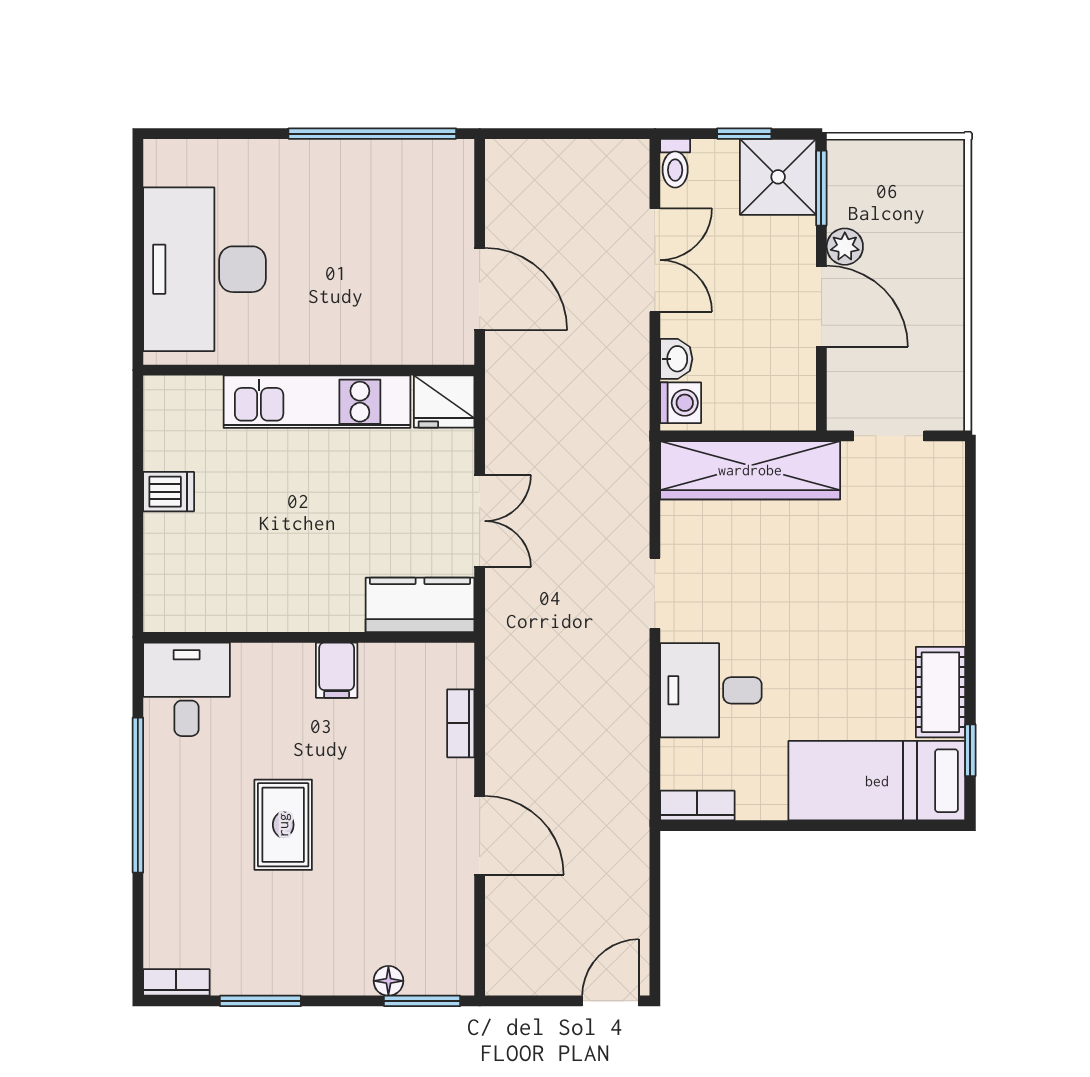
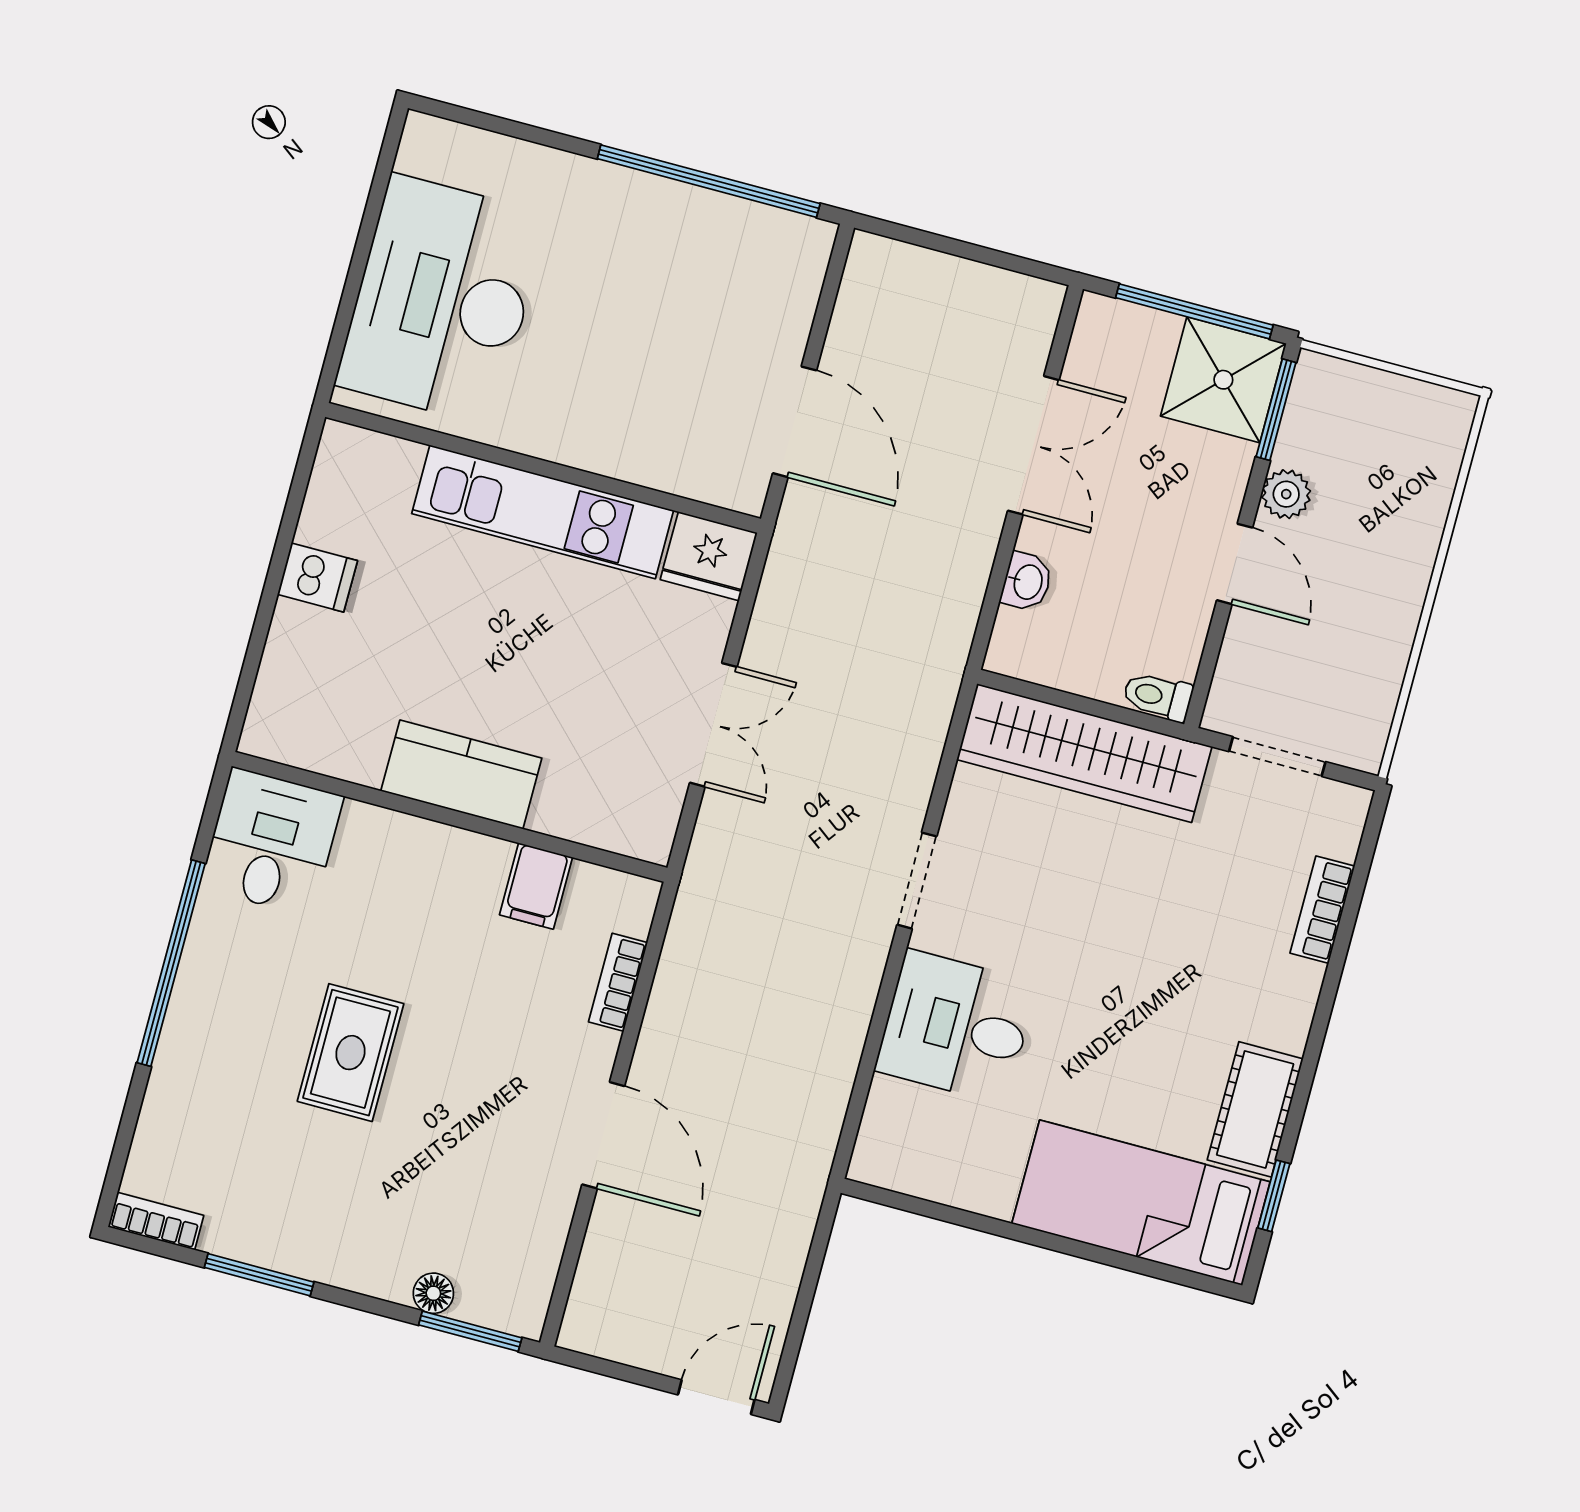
window: (744, 134) -> (1194, 311), width x2.17
toilet: (675, 163) -> (1158, 696), moved, turned 90
door: (821, 306) -> (1235, 564), width x0.73
washing machine: (681, 403) -> (1017, 641), removed
kitchen counter: (420, 605) -> (461, 775), moved
filing cabinet: (337, 670) -> (536, 886), moved
bookcase: (697, 806) -> (1322, 910), moved, turned -90

